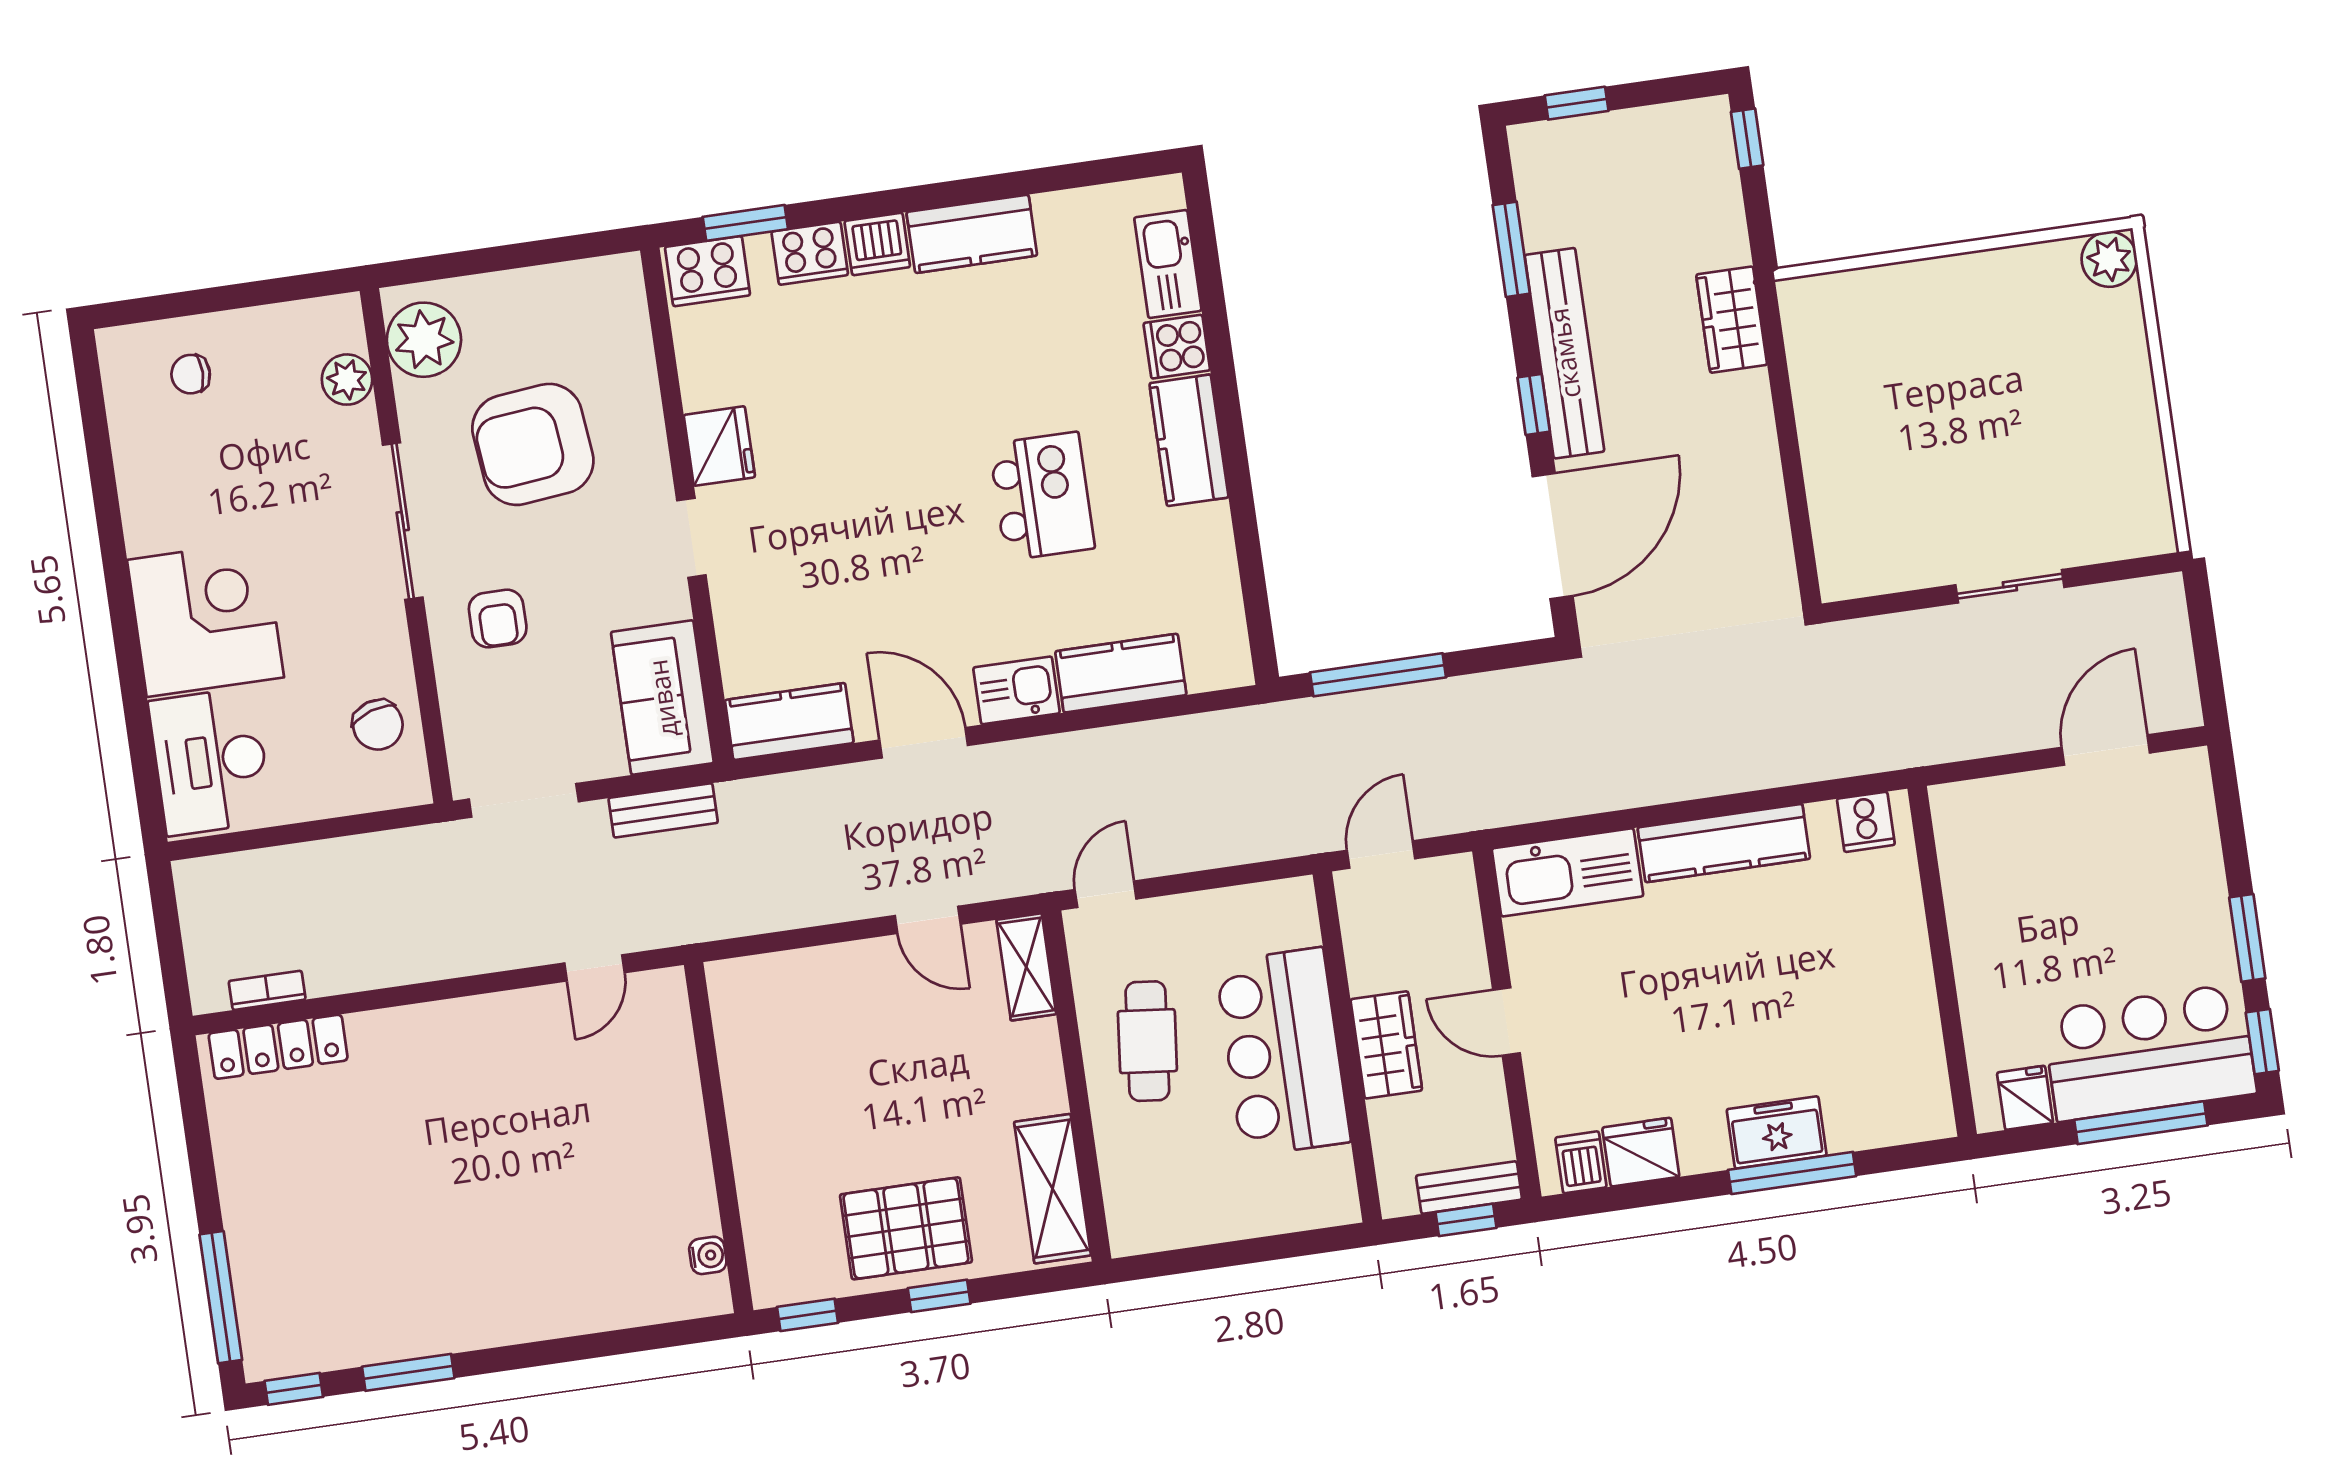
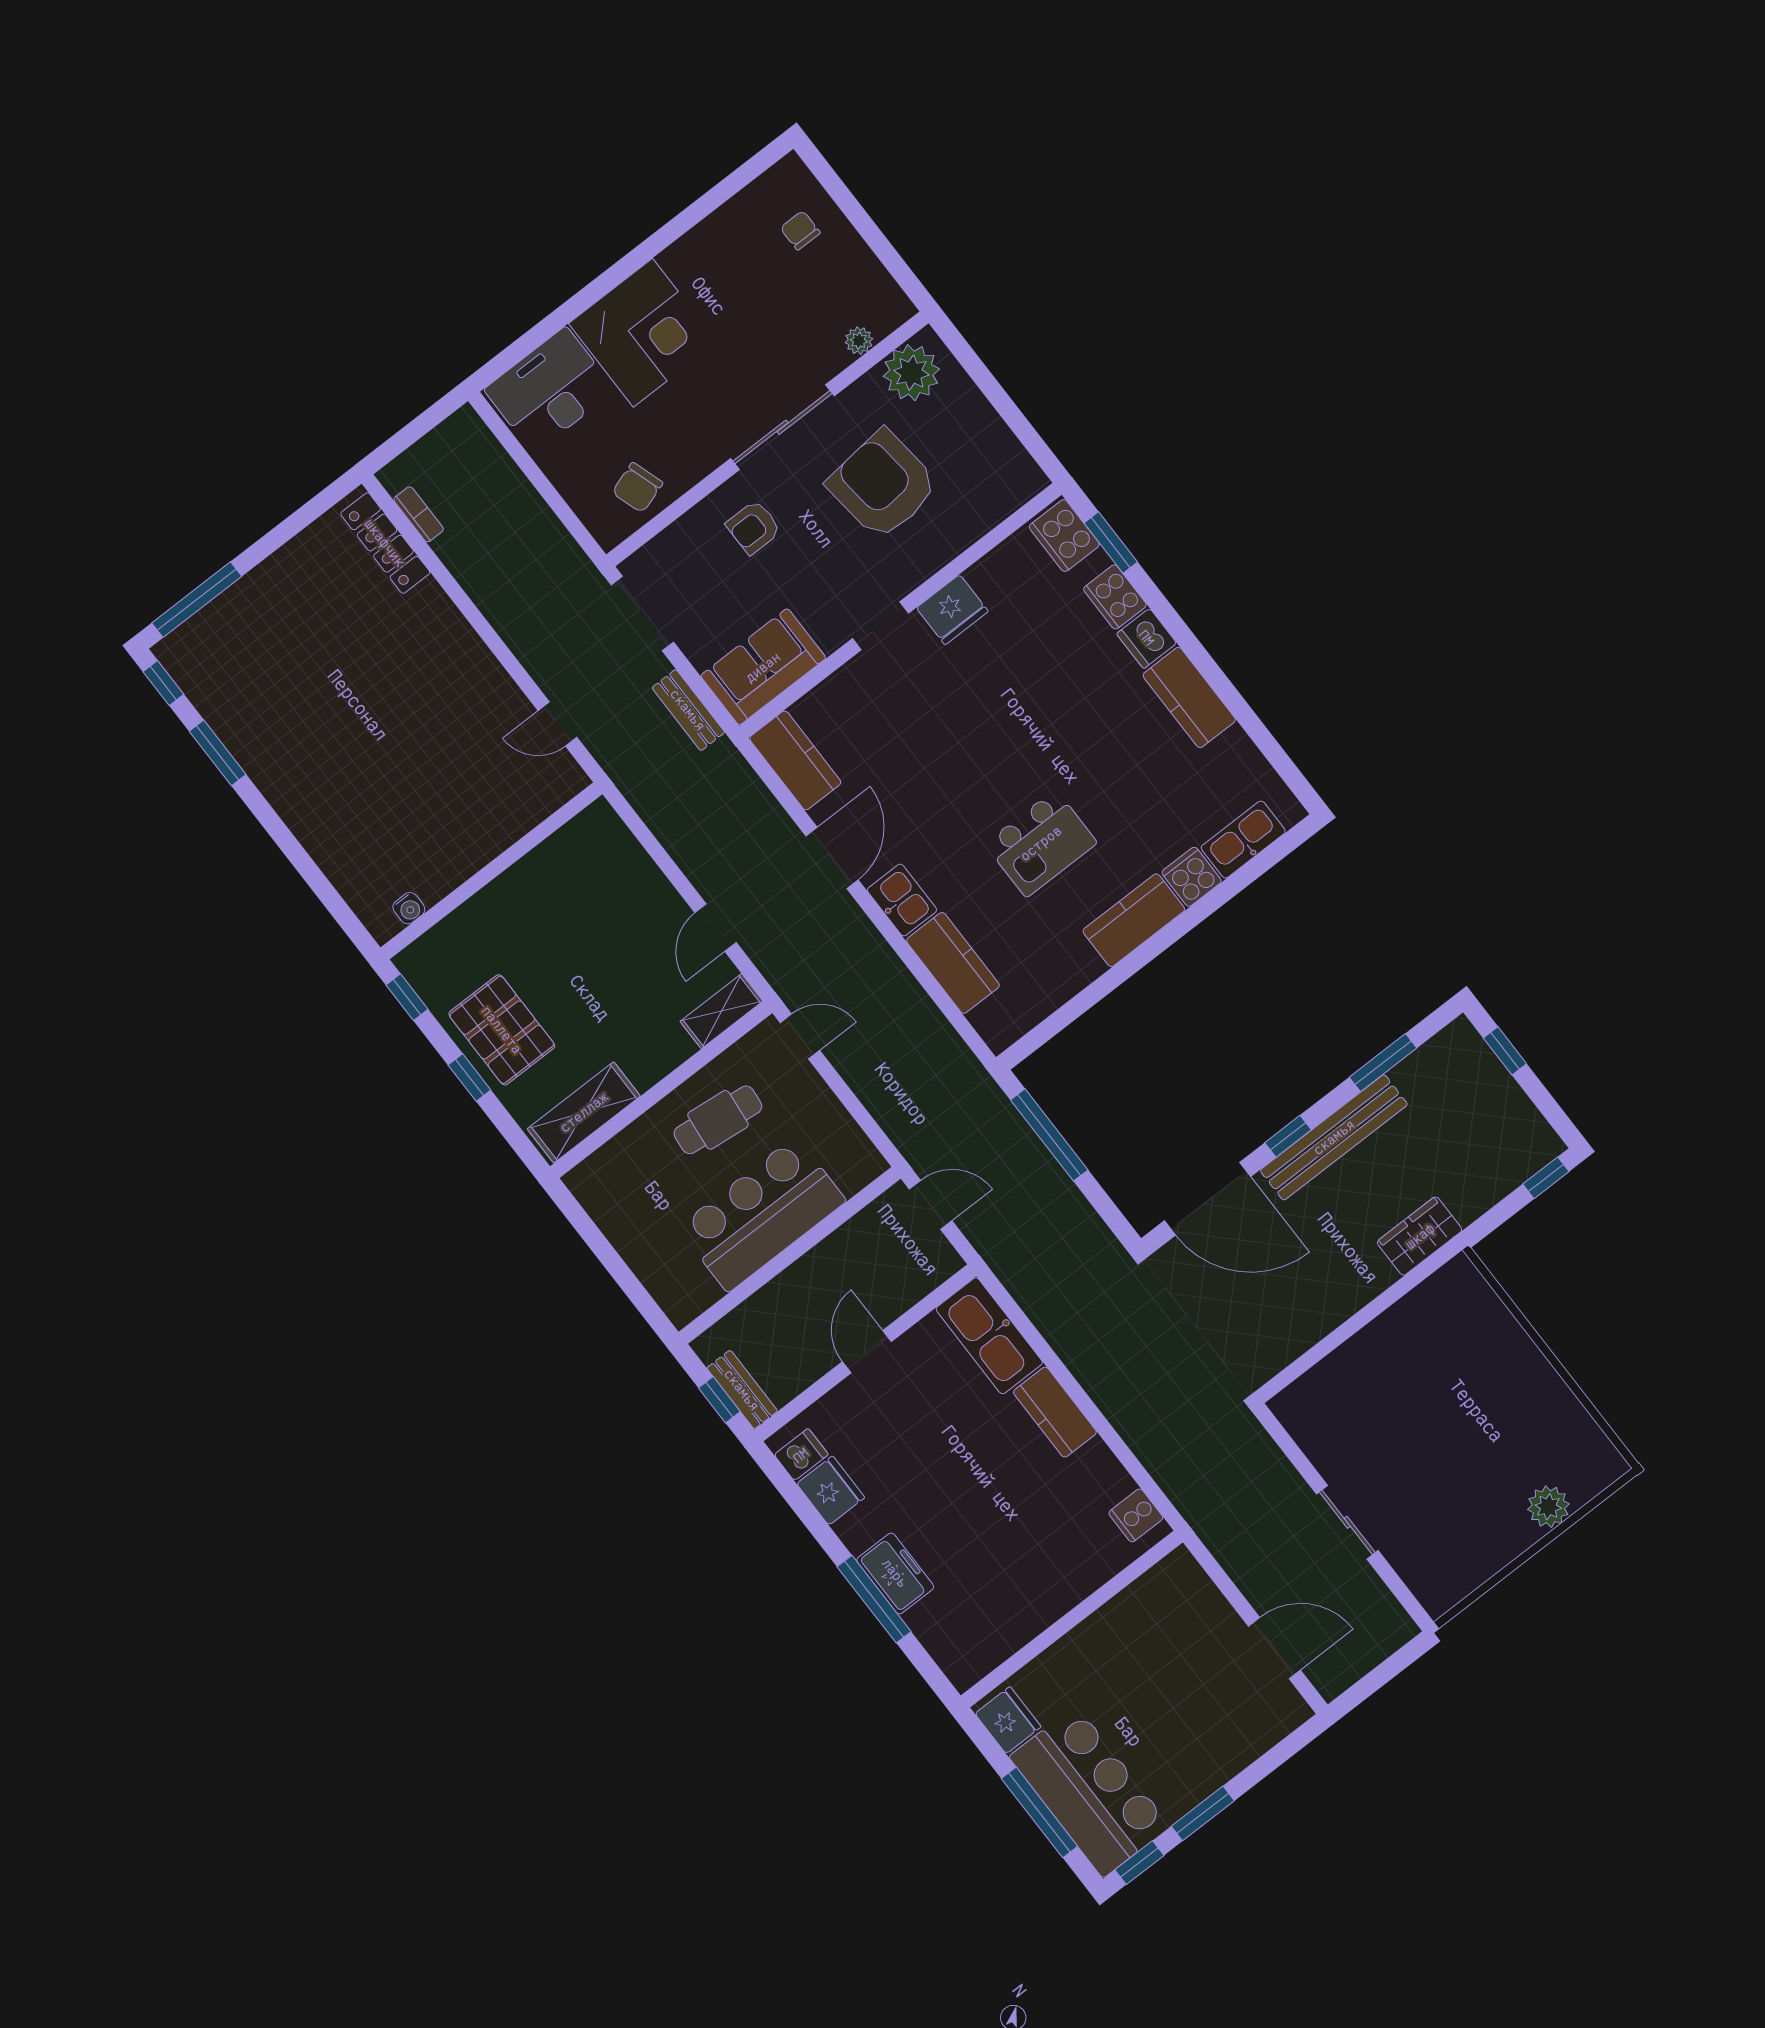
plant: (2109, 259) -> (1548, 1507), moved
plant: (347, 380) -> (859, 341), width x0.73, depth x0.73
kitchen counter: (1724, 843) -> (1055, 1412), width x0.67
wardrobe: (1386, 1045) -> (806, 1280), removed
fridge: (2025, 1098) -> (1008, 1720), width x1.38

